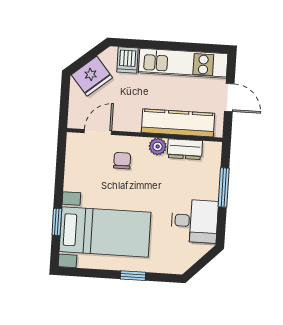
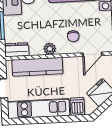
dresser: (185, 149) -> (17, 50), moved

